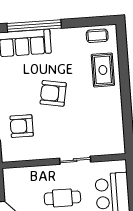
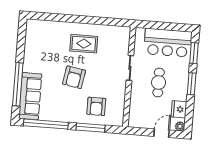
coffee table: (97, 36) -> (33, 35), removed
rug: (103, 70) -> (84, 44), moved

